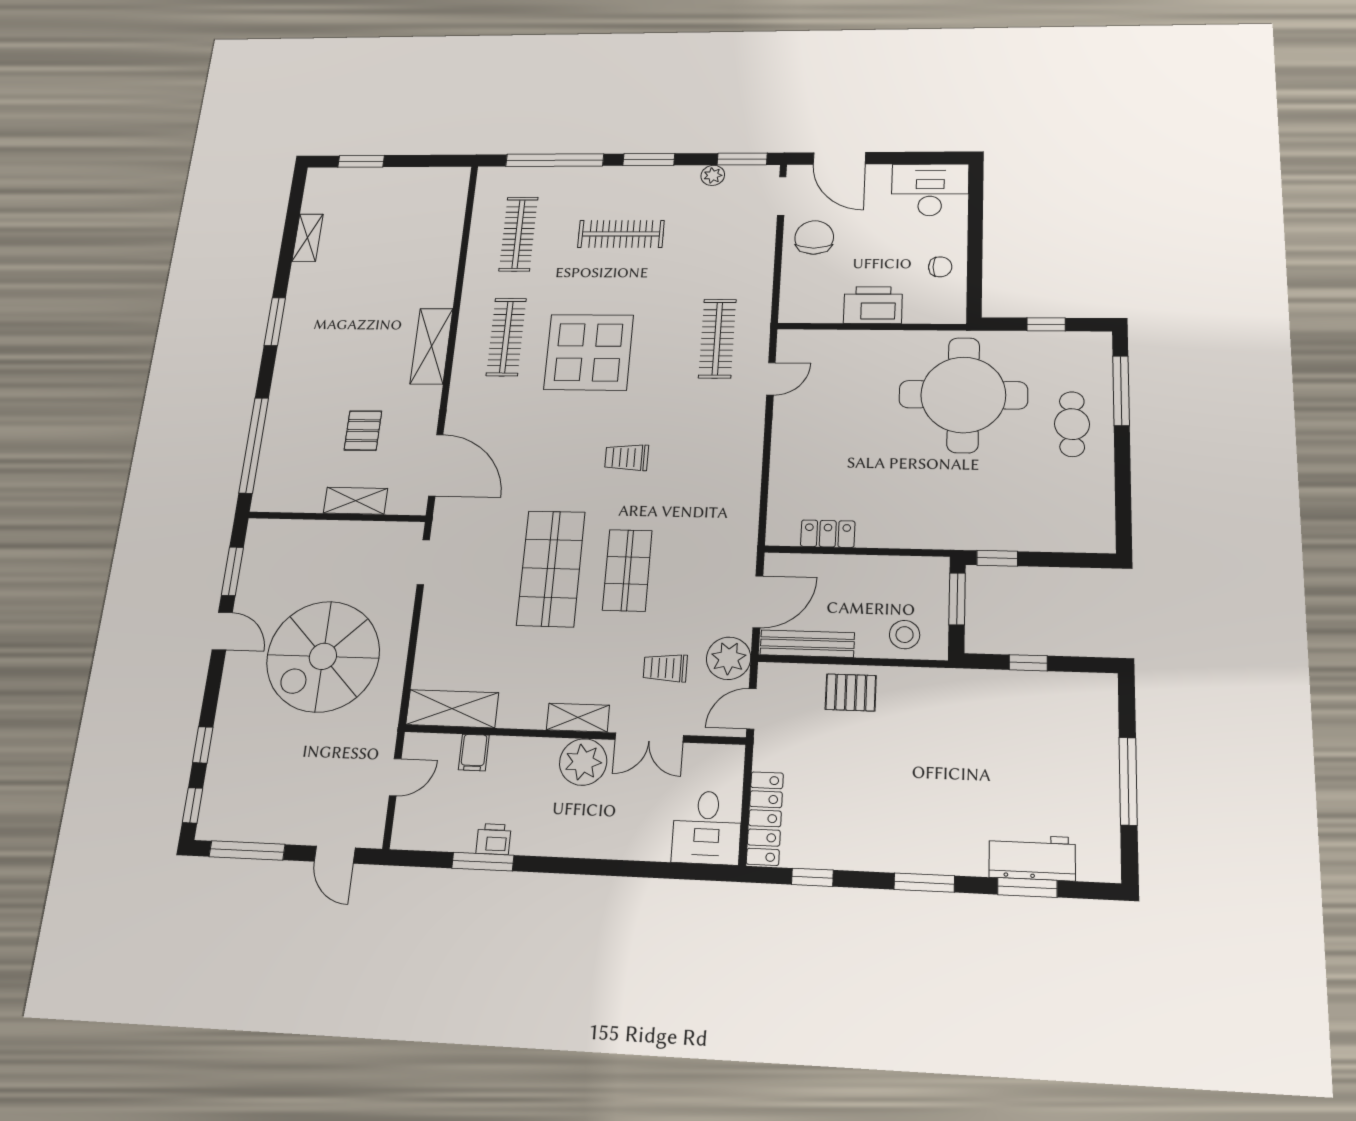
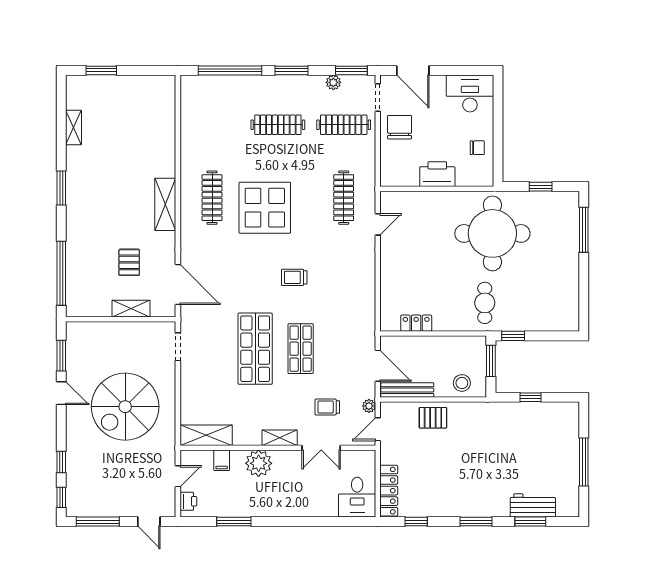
clothes rail: (518, 234) -> (344, 125), moved, turned 90
cafe table: (1072, 424) -> (485, 303), moved
door: (758, 602) -> (378, 366), hinge flipped
plant: (729, 658) -> (369, 406), width x0.53, depth x0.53
plant: (583, 762) -> (259, 463), moved
printer: (494, 839) -> (188, 501), moved, turned 90

